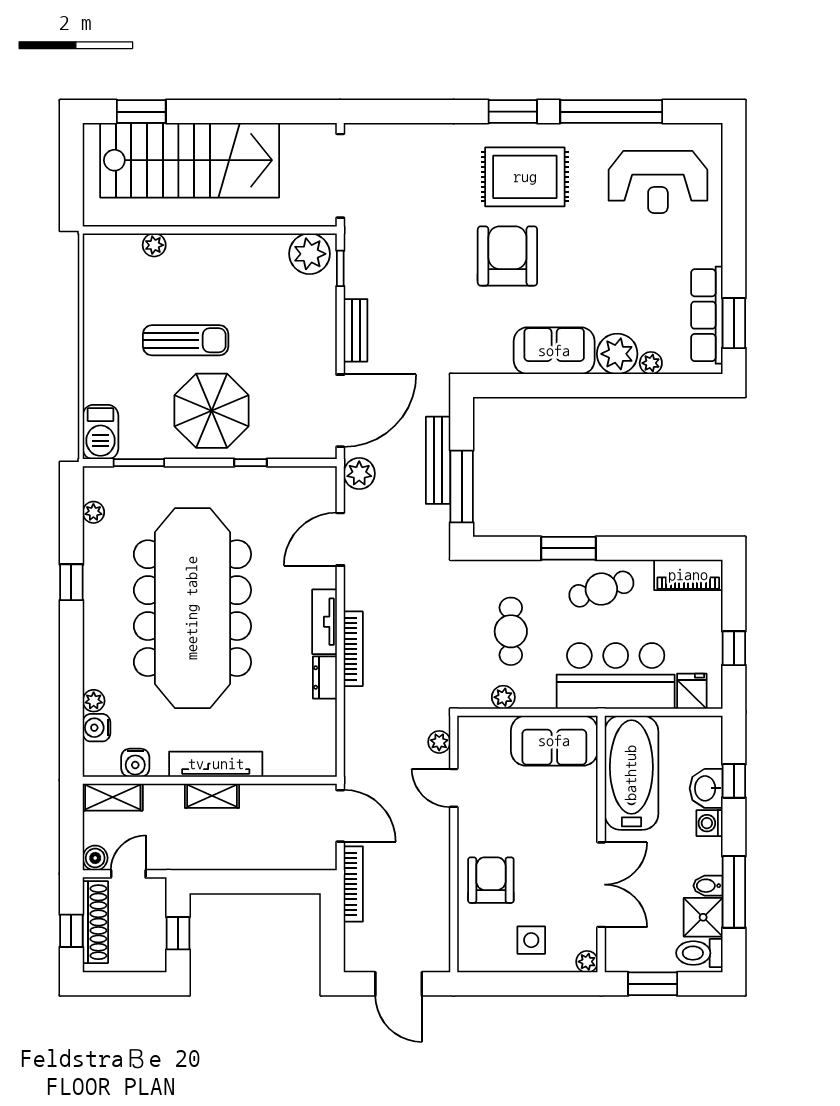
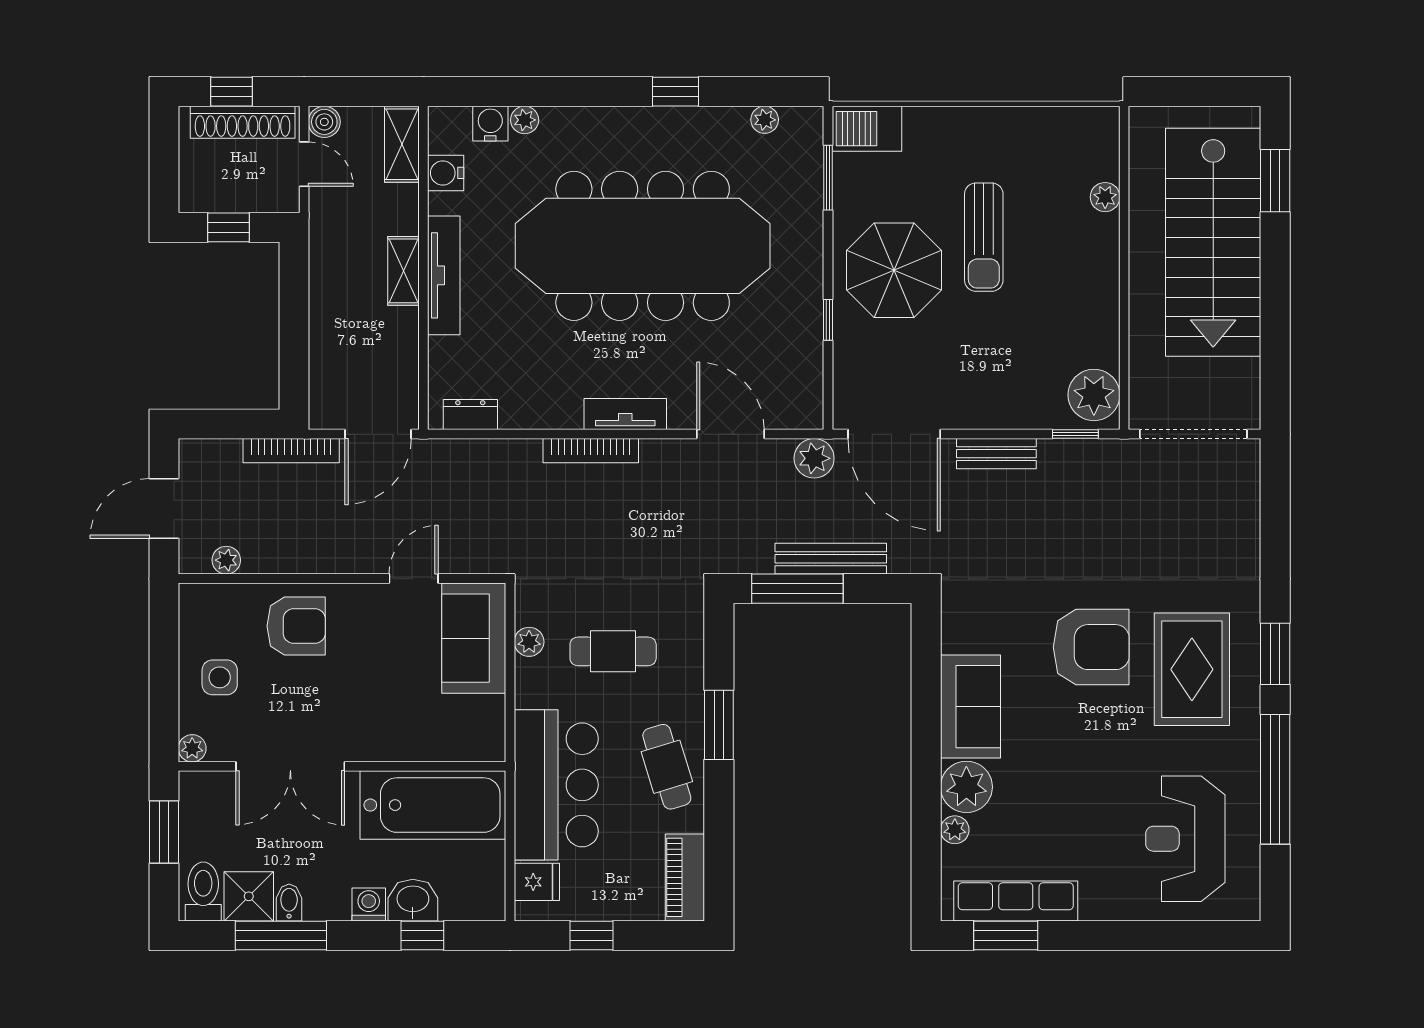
dresser: (325, 677) -> (470, 415), moved
sofa: (554, 741) -> (474, 638), moved
plant: (439, 742) -> (226, 560), moved

